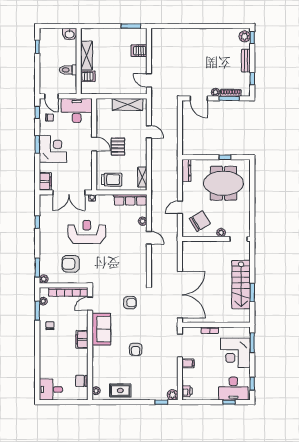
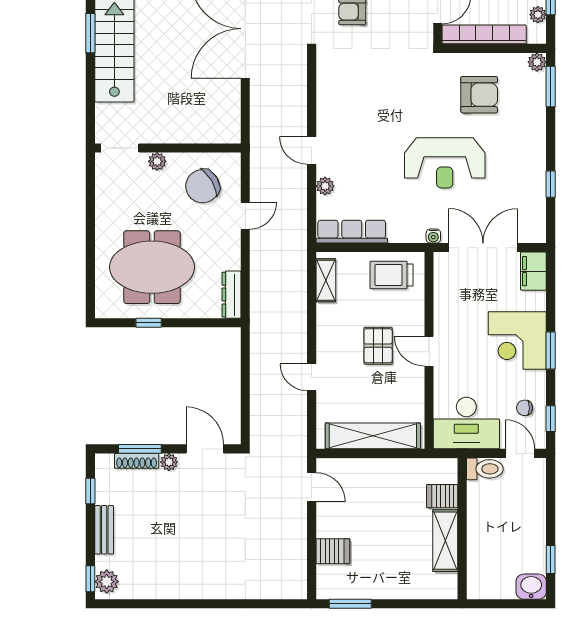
washbasin: (70, 34) -> (531, 587), moved
toilet: (68, 70) -> (485, 469), moved
shelving: (127, 104) -> (373, 436), width x1.47

